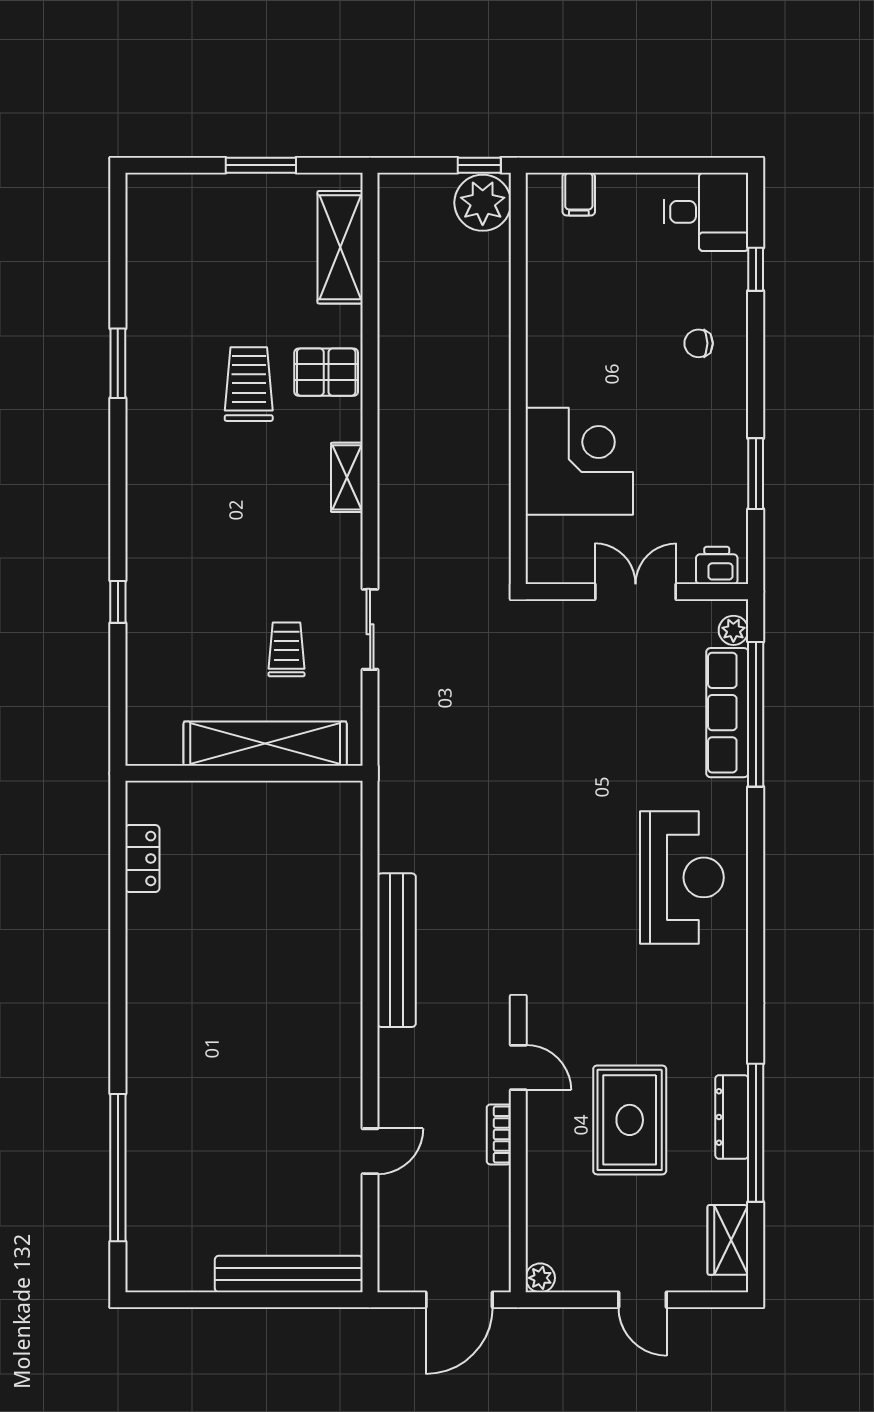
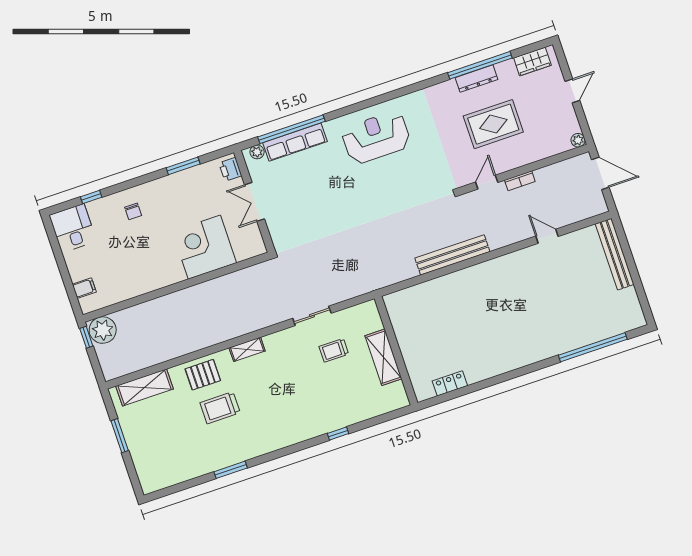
pallet: (326, 372) -> (203, 375), turned 90
shelving: (265, 744) -> (383, 357), width x0.68

